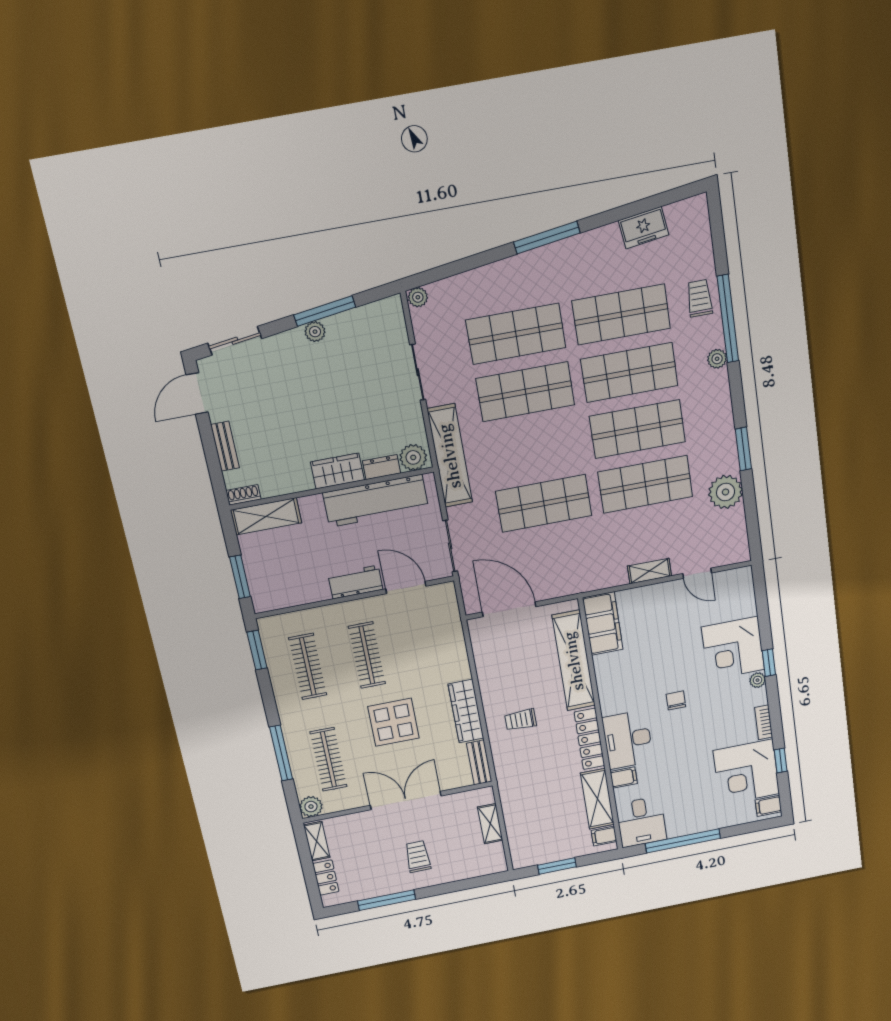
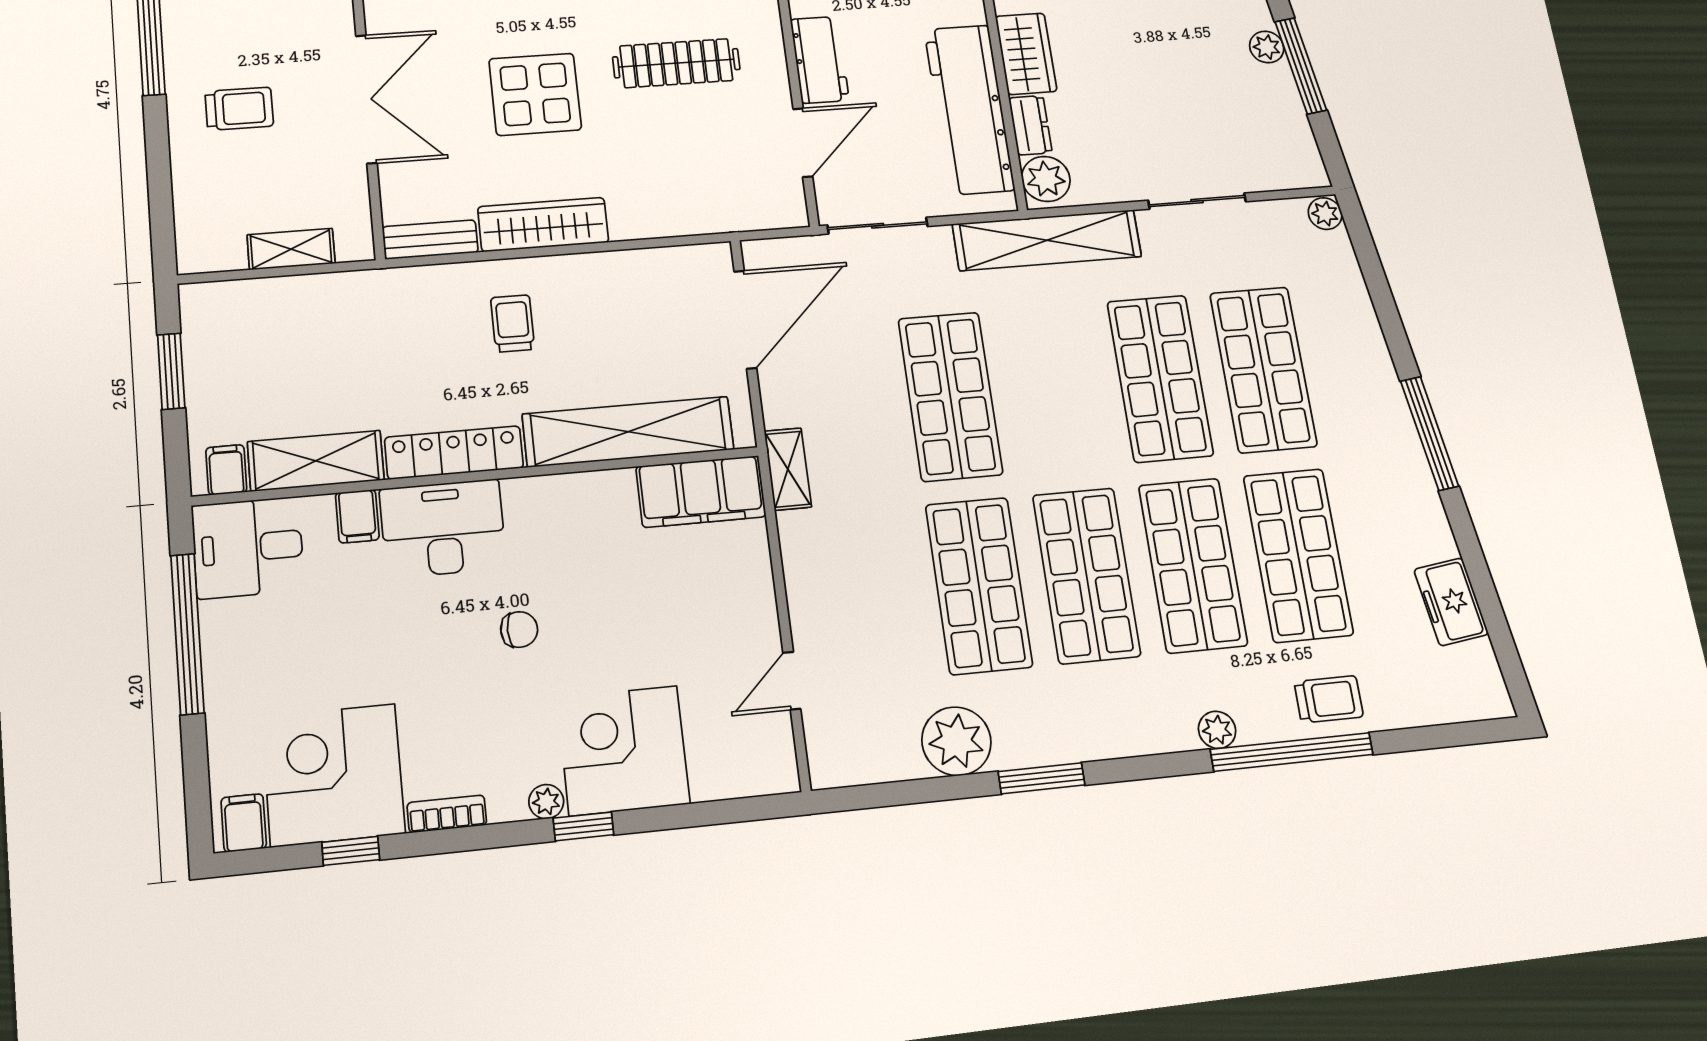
shelving: (649, 571) -> (788, 469), moved

